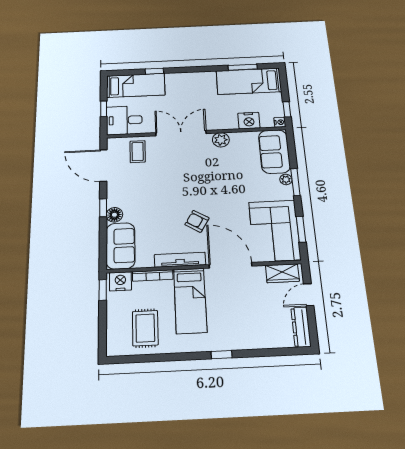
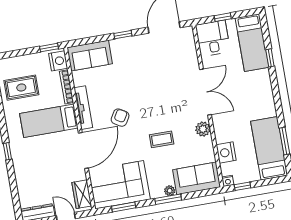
coffee table: (138, 152) -> (162, 139), moved
floor lamp: (114, 215) -> (118, 46), removed

